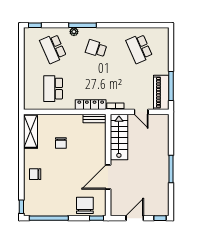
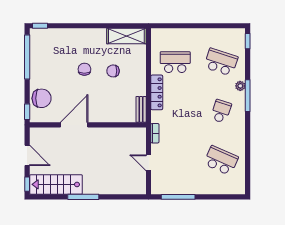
school desk: (53, 49) -> (221, 62), turned 42
school desk: (139, 49) -> (221, 161), turned 48
piano: (161, 92) -> (171, 186), removed
locker: (91, 105) -> (157, 92), moved
door: (141, 112) -> (149, 163), hinge flipped
stairs: (119, 137) -> (56, 184), moved, turned 180
chair: (35, 174) -> (84, 69), moved
door: (108, 177) -> (74, 125), hinge flipped

